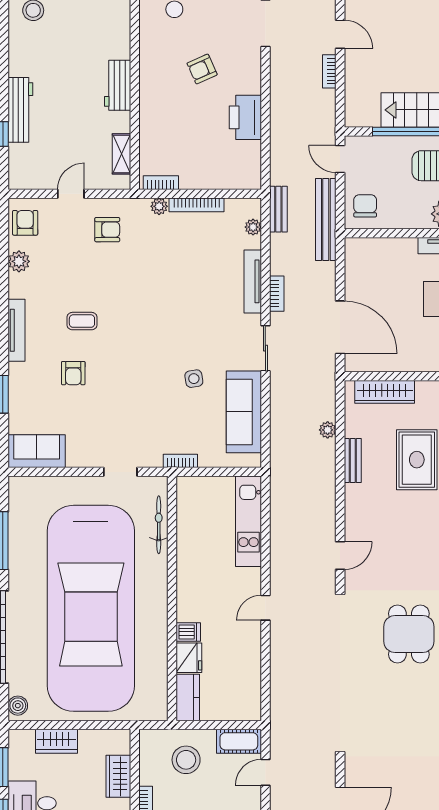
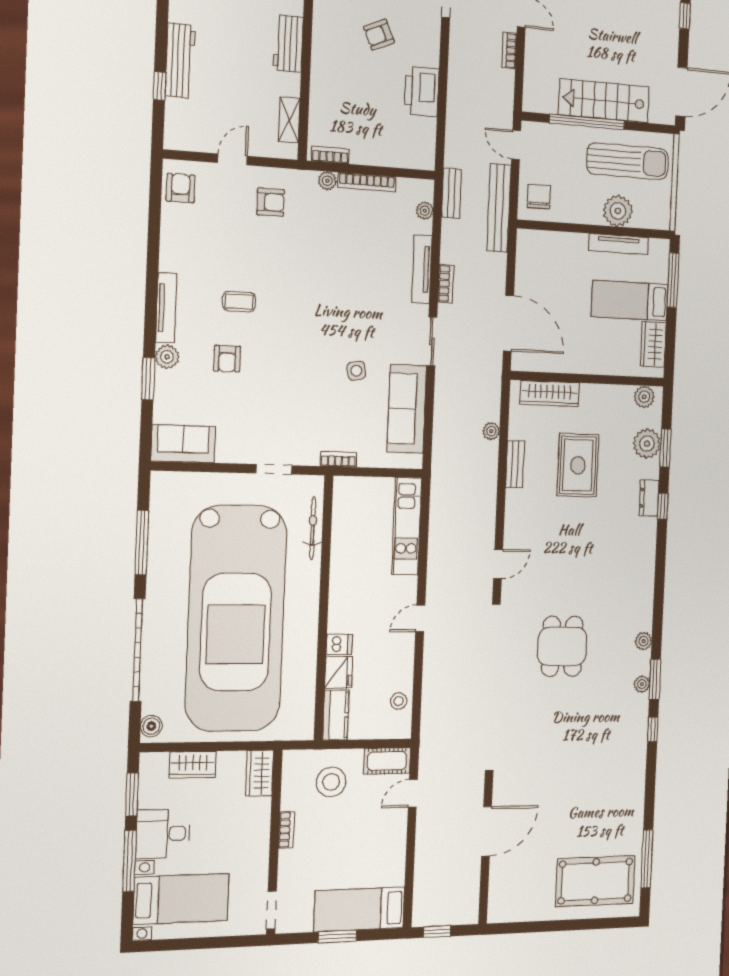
plant: (19, 261) -> (167, 357), moved
stool: (248, 685) -> (399, 701), added
wardrobe: (118, 776) -> (259, 773), moved

